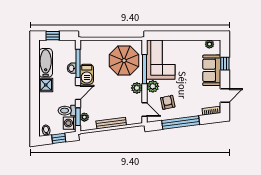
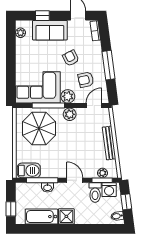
barbecue: (87, 74) -> (29, 170), moved
armchair: (187, 89) -> (71, 58), added
window: (181, 123) -> (108, 65), width x0.68

